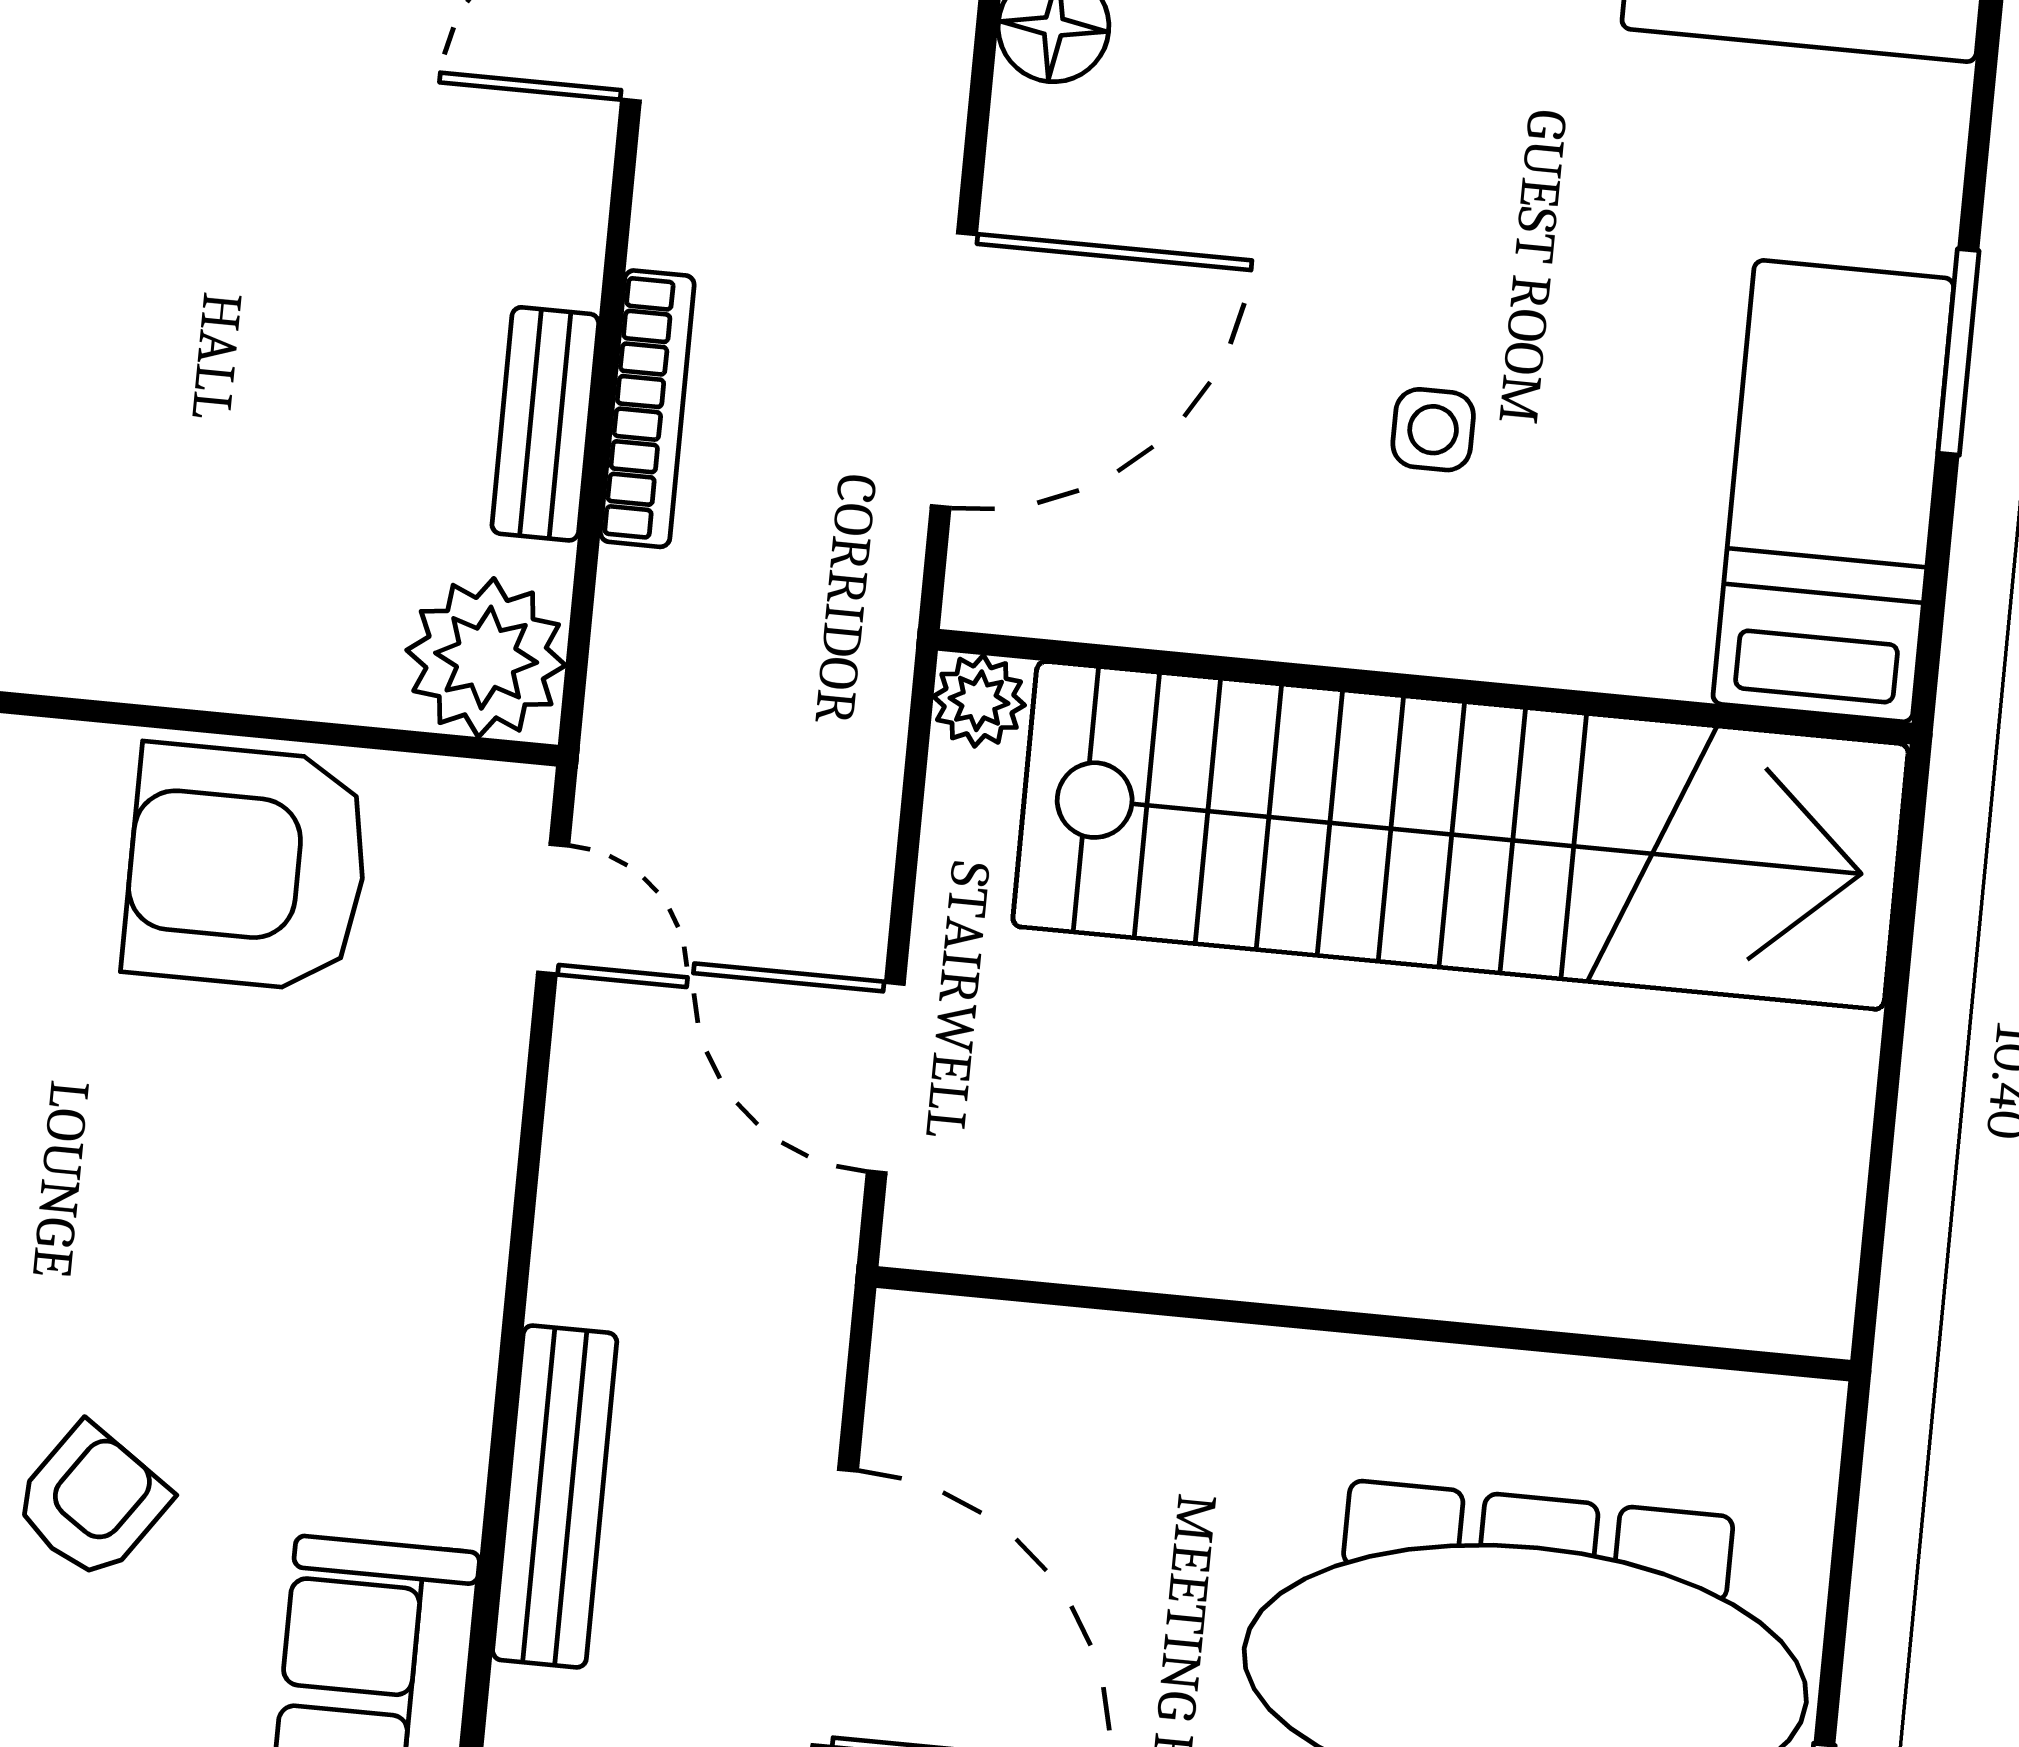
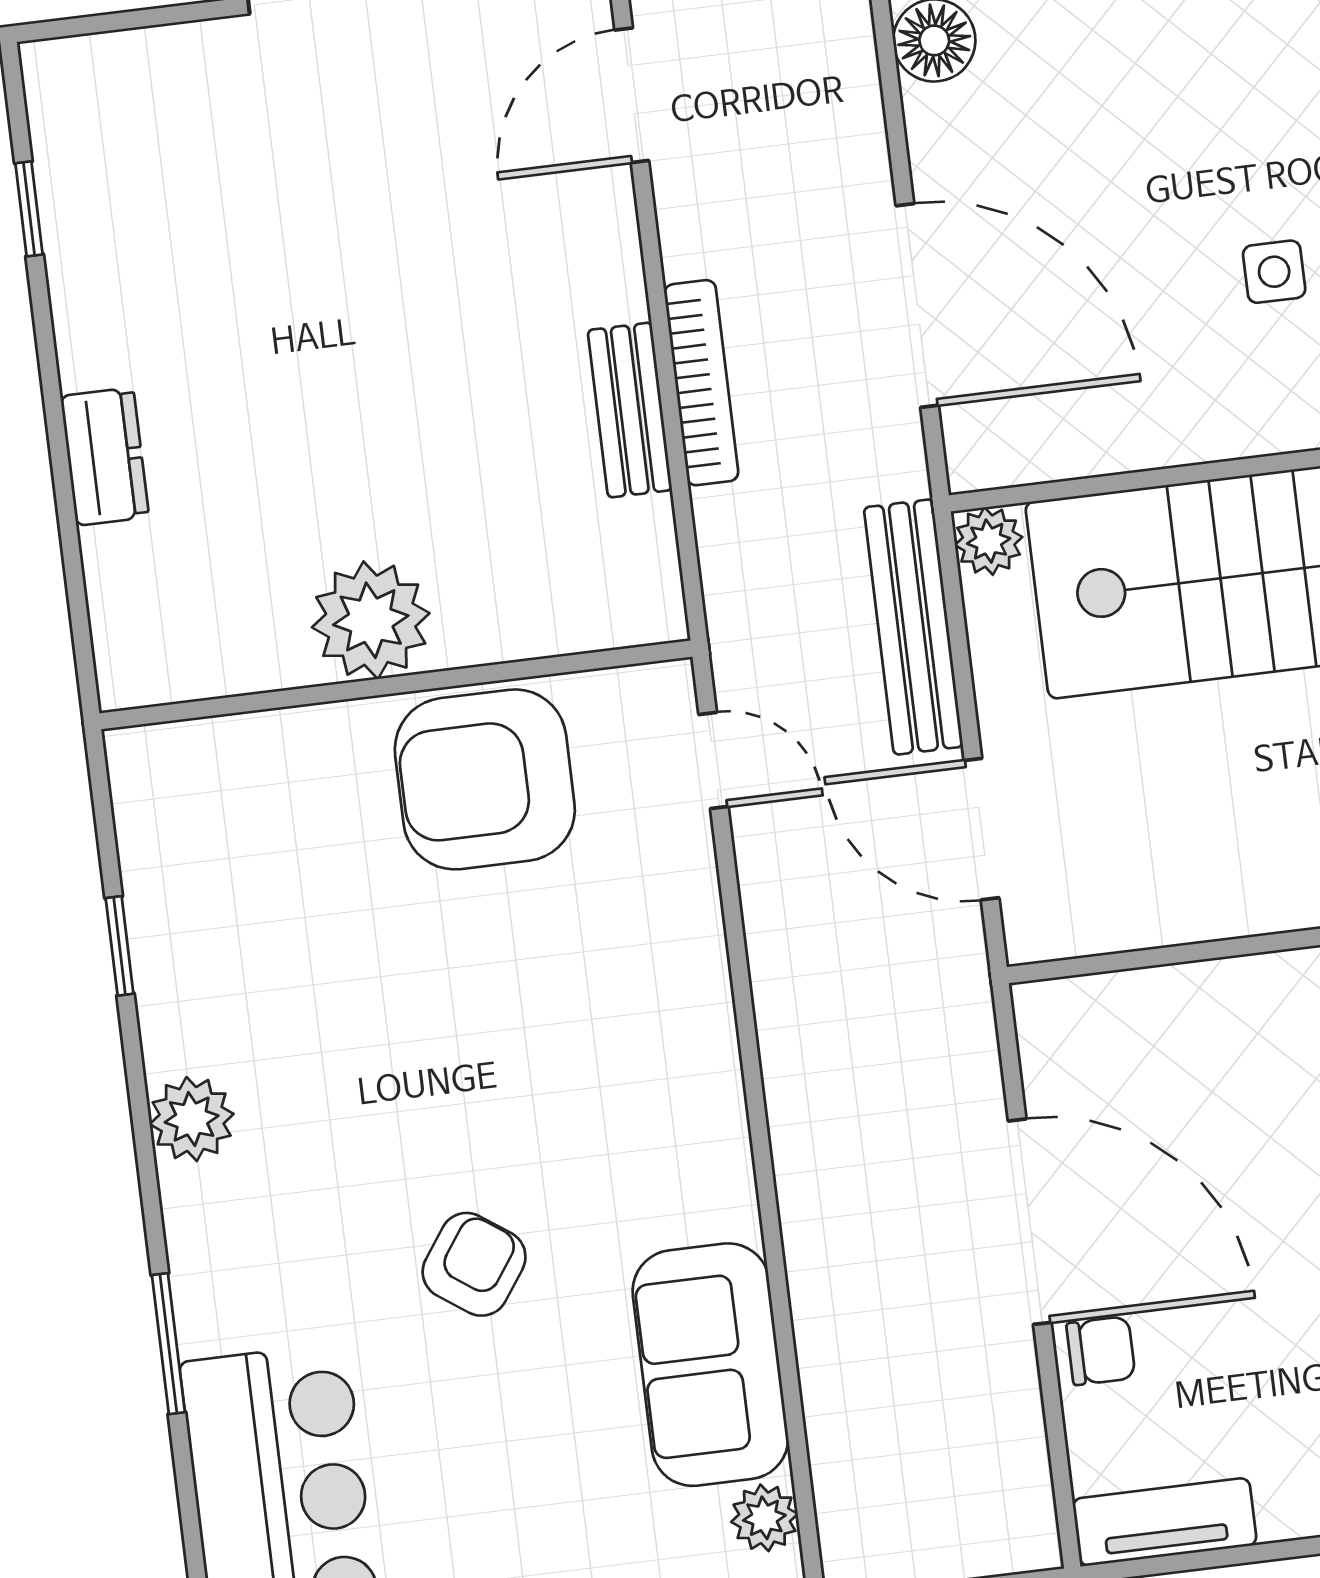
door: (954, 370) -> (917, 306), hinge flipped
plant: (486, 658) -> (371, 620), moved
bench: (555, 1496) -> (913, 627), moved

